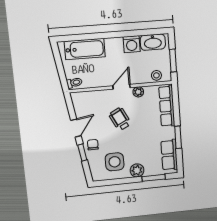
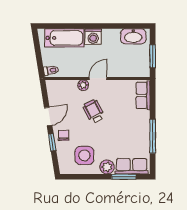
washing machine: (132, 44) -> (93, 37), moved
stool: (156, 75) -> (134, 70), removed
plant: (138, 92) -> (83, 85), moved
row of seats: (167, 106) -> (143, 95), width x0.68
window: (178, 137) -> (153, 136), width x1.44
row of seats: (169, 155) -> (132, 166), moved, turned 90

